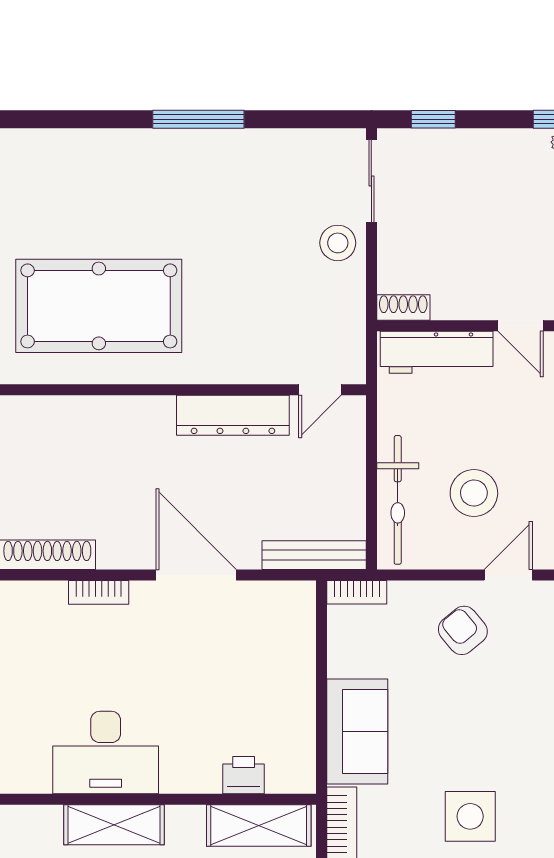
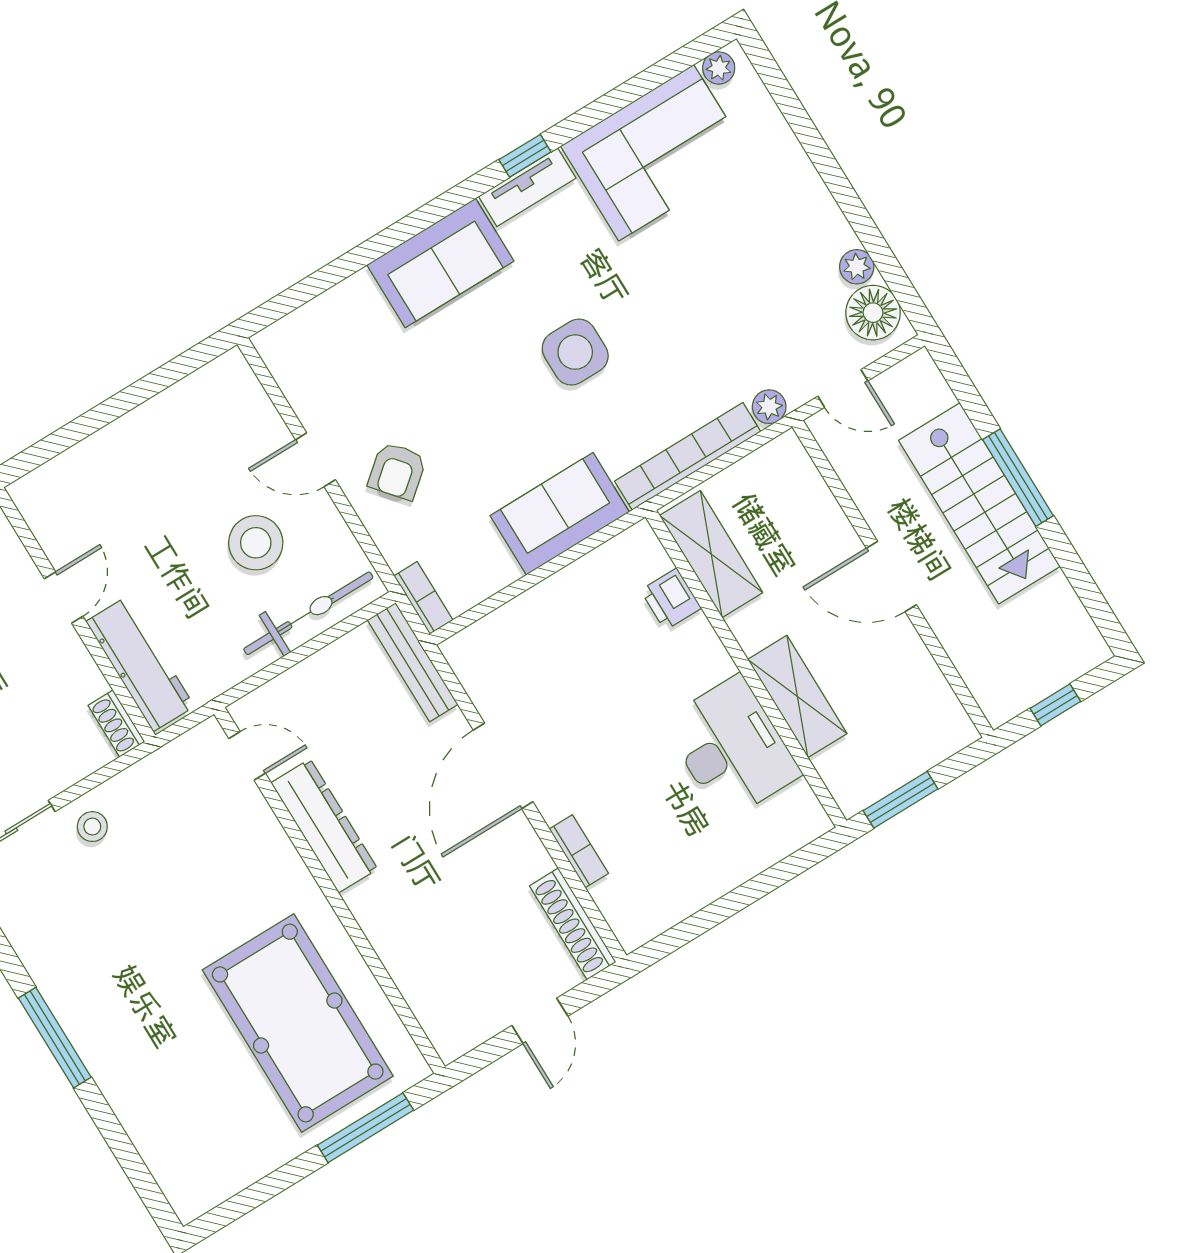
stool: (338, 243) -> (92, 827), width x0.73, depth x0.73

